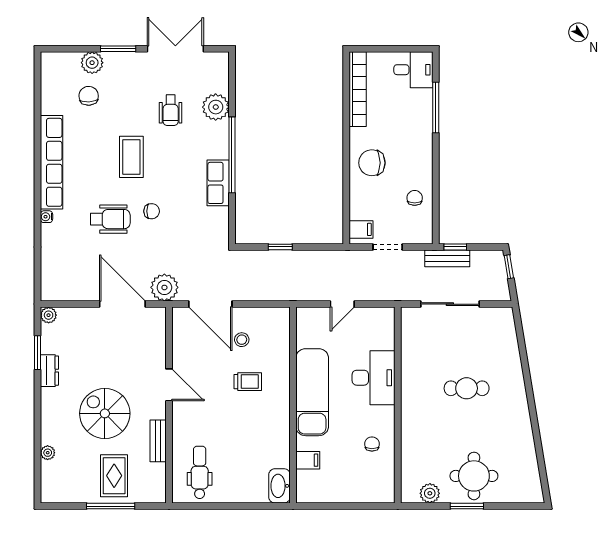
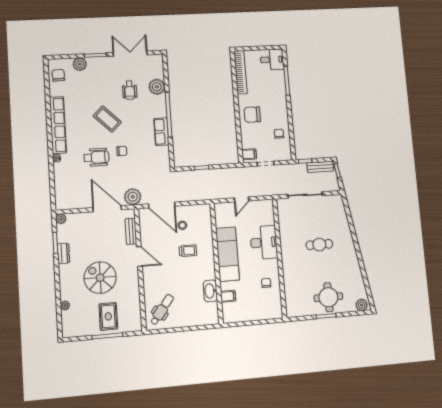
chair: (89, 96) -> (58, 75), moved
coffee table: (131, 157) -> (107, 119), turned -45
bench: (447, 258) -> (320, 167), moved
bench: (158, 441) -> (131, 231), moved
dental chair: (200, 472) -> (162, 310), turned 37
washbasin: (279, 486) -> (210, 291), moved
plant: (430, 493) -> (362, 305), moved

